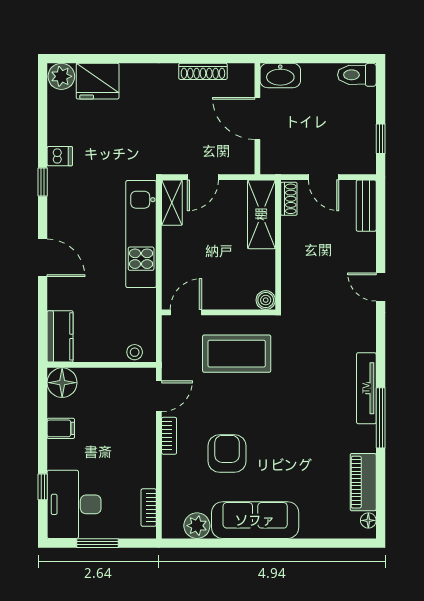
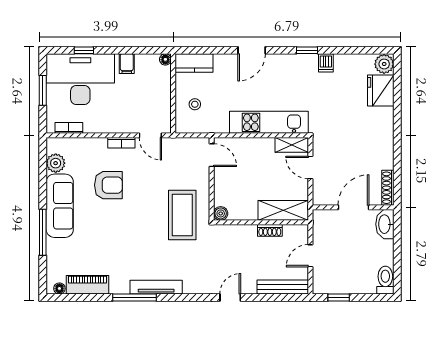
shoe rack: (203, 71) -> (388, 188), moved
shoe rack: (289, 199) -> (270, 230), moved
bench: (366, 206) -> (283, 287), width x1.36
stool: (135, 352) -> (195, 104), moved
coffee table: (237, 354) -> (182, 215), moved
floor lamp: (62, 383) -> (165, 59), width x0.53, depth x0.53
desk: (74, 504) -> (80, 79), width x1.36, depth x1.30
window: (291, 543) -> (43, 232), added

